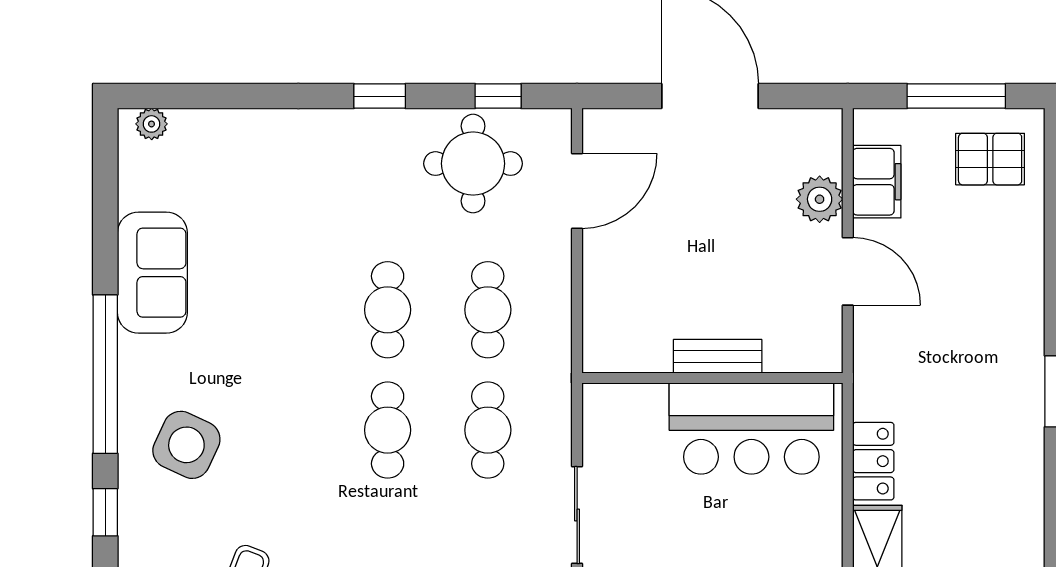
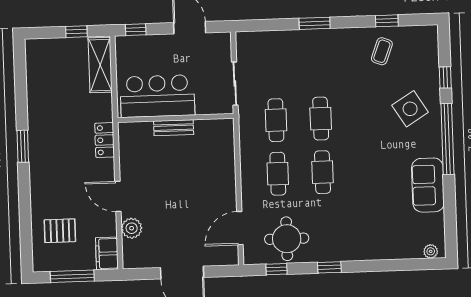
pallet: (990, 159) -> (60, 231), moved
filing cabinet: (877, 182) -> (107, 254), moved
bench: (718, 356) -> (174, 128), moved
wall: (712, 378) -> (176, 118), moved
bar counter: (751, 429) -> (157, 96), moved
side table: (186, 445) -> (410, 109), turned 33
locker: (873, 461) -> (105, 140), moved

